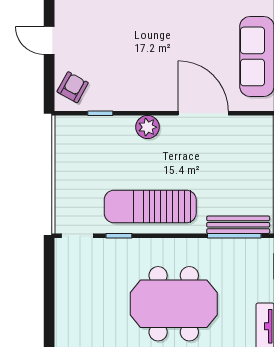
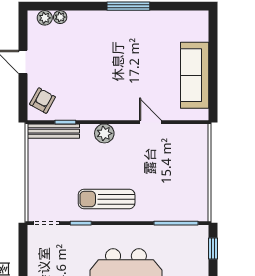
door: (203, 113) -> (150, 122), width x0.53
sun lounger: (150, 206) -> (107, 199), width x0.73, depth x0.75
bench: (238, 225) -> (53, 131), moved

